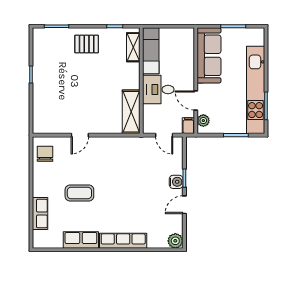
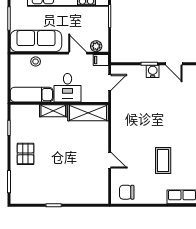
shelving: (133, 47) -> (53, 111), moved
stool: (187, 55) -> (36, 61), added
door: (196, 100) -> (78, 53), swing flipped

